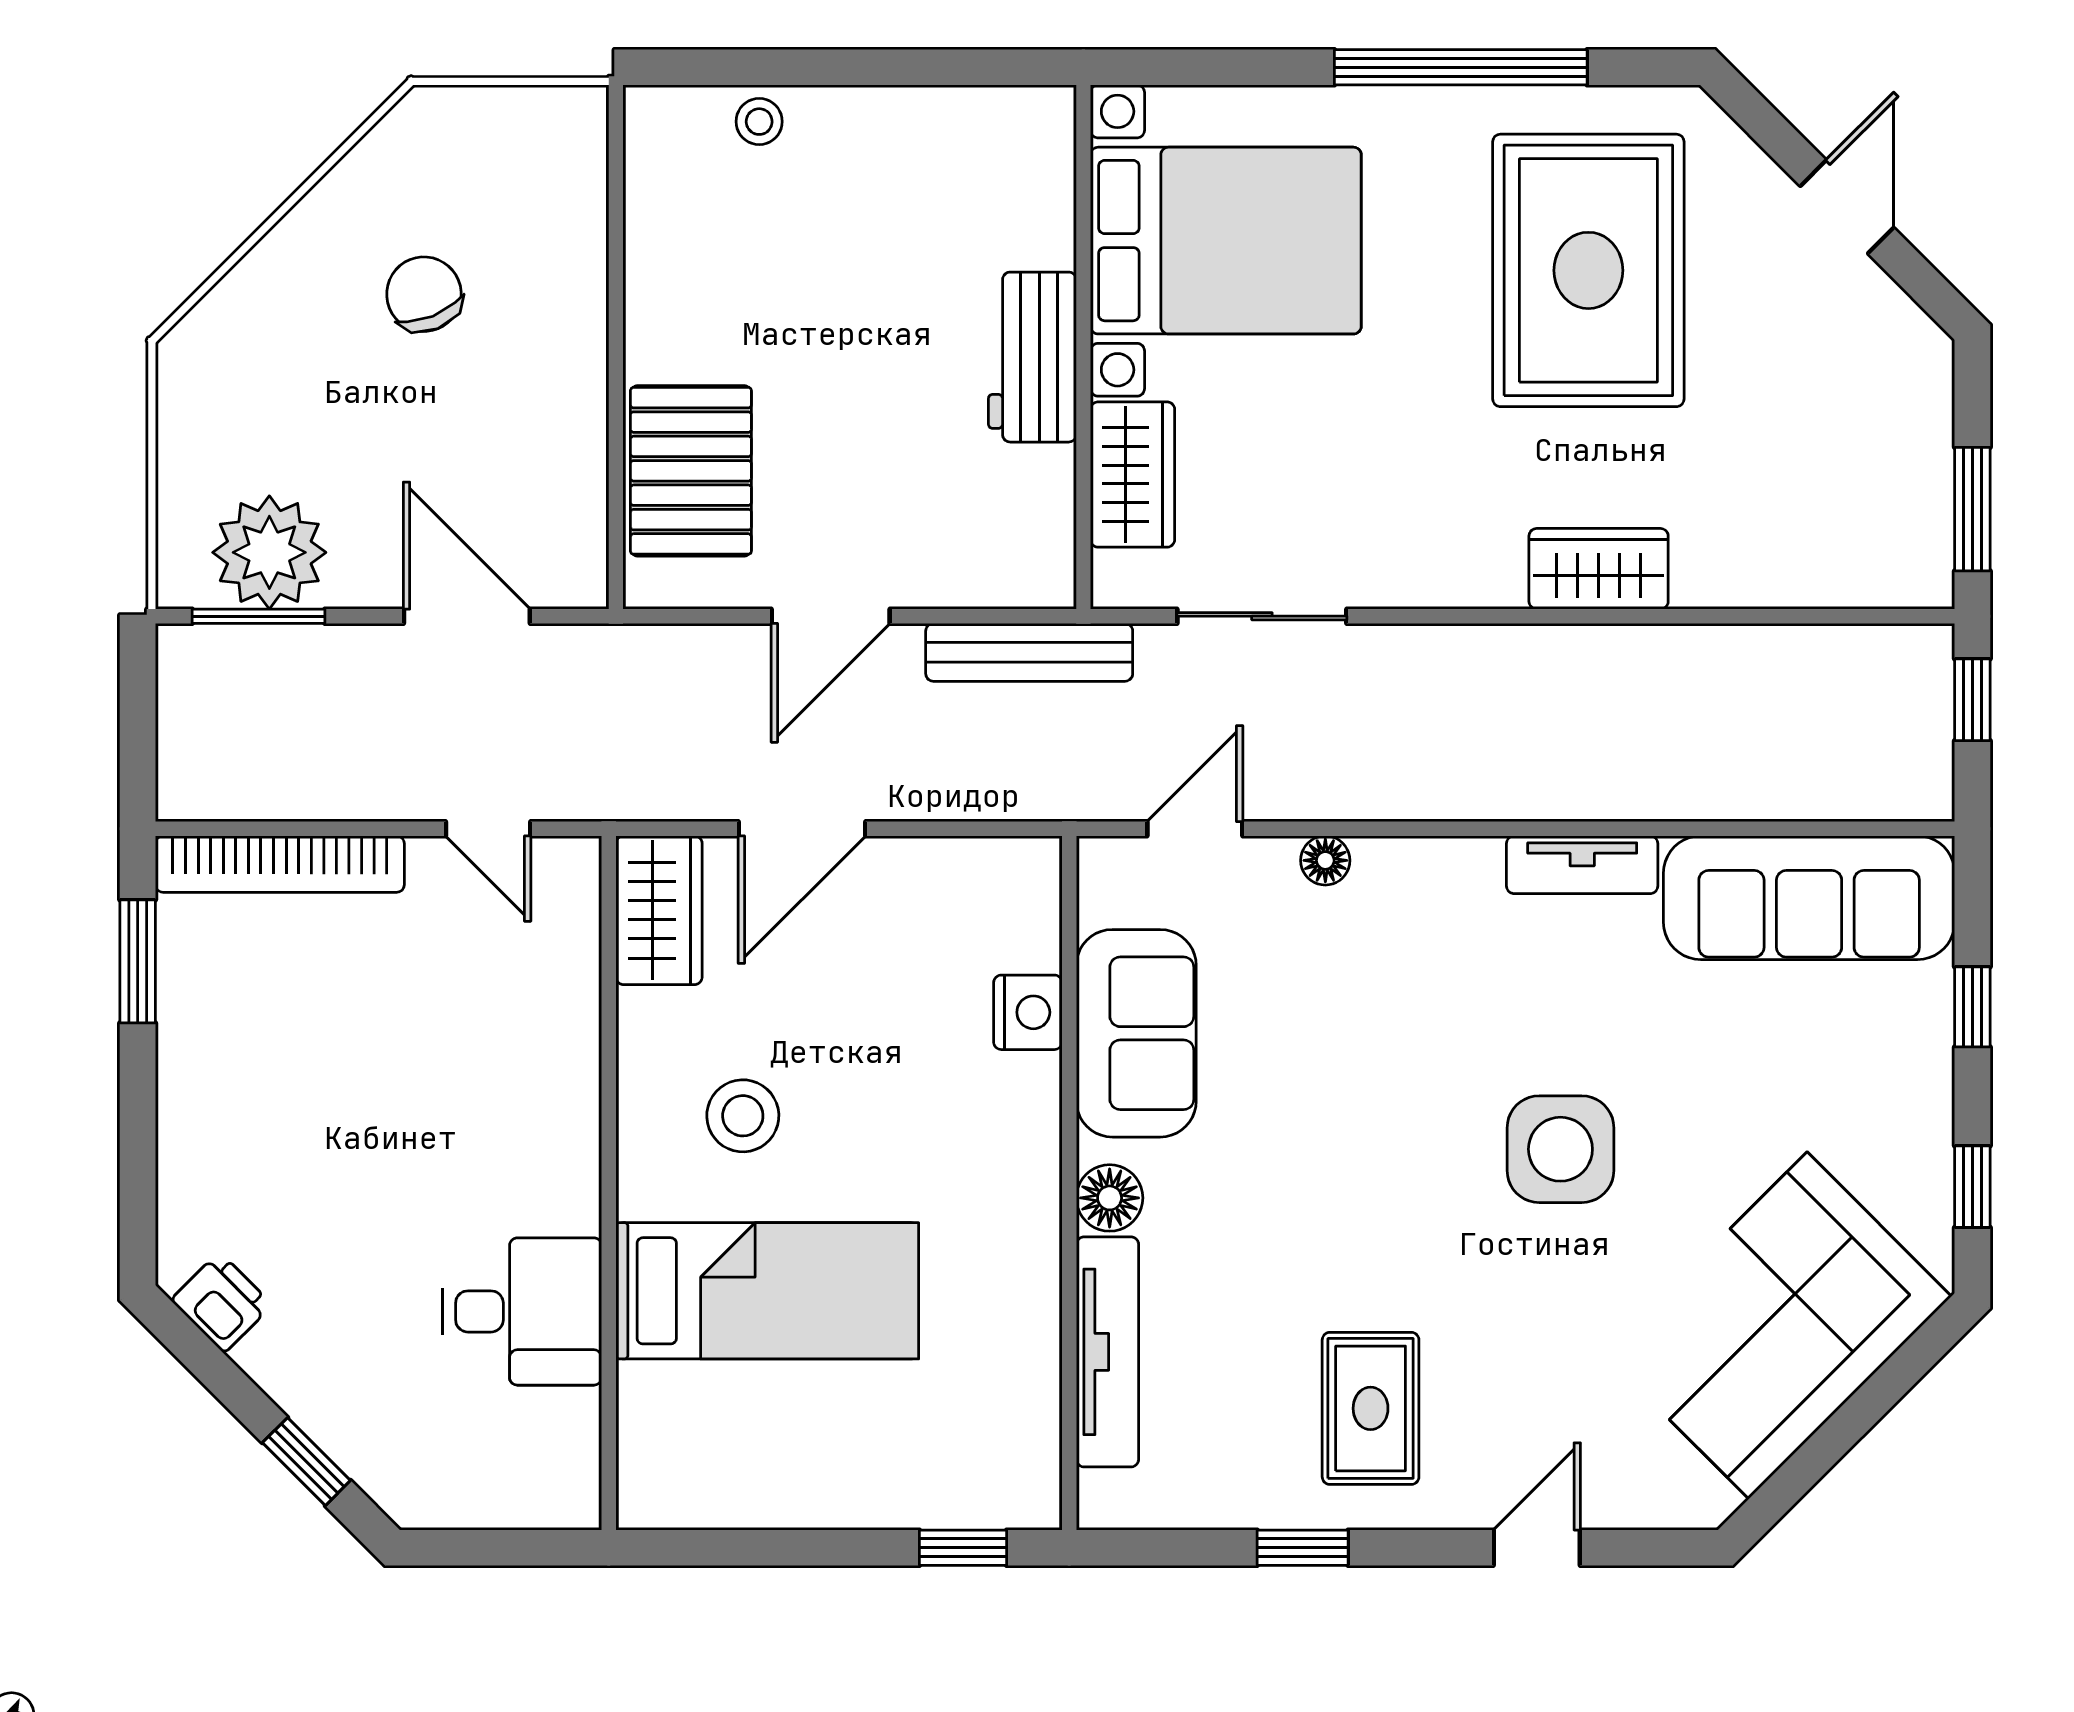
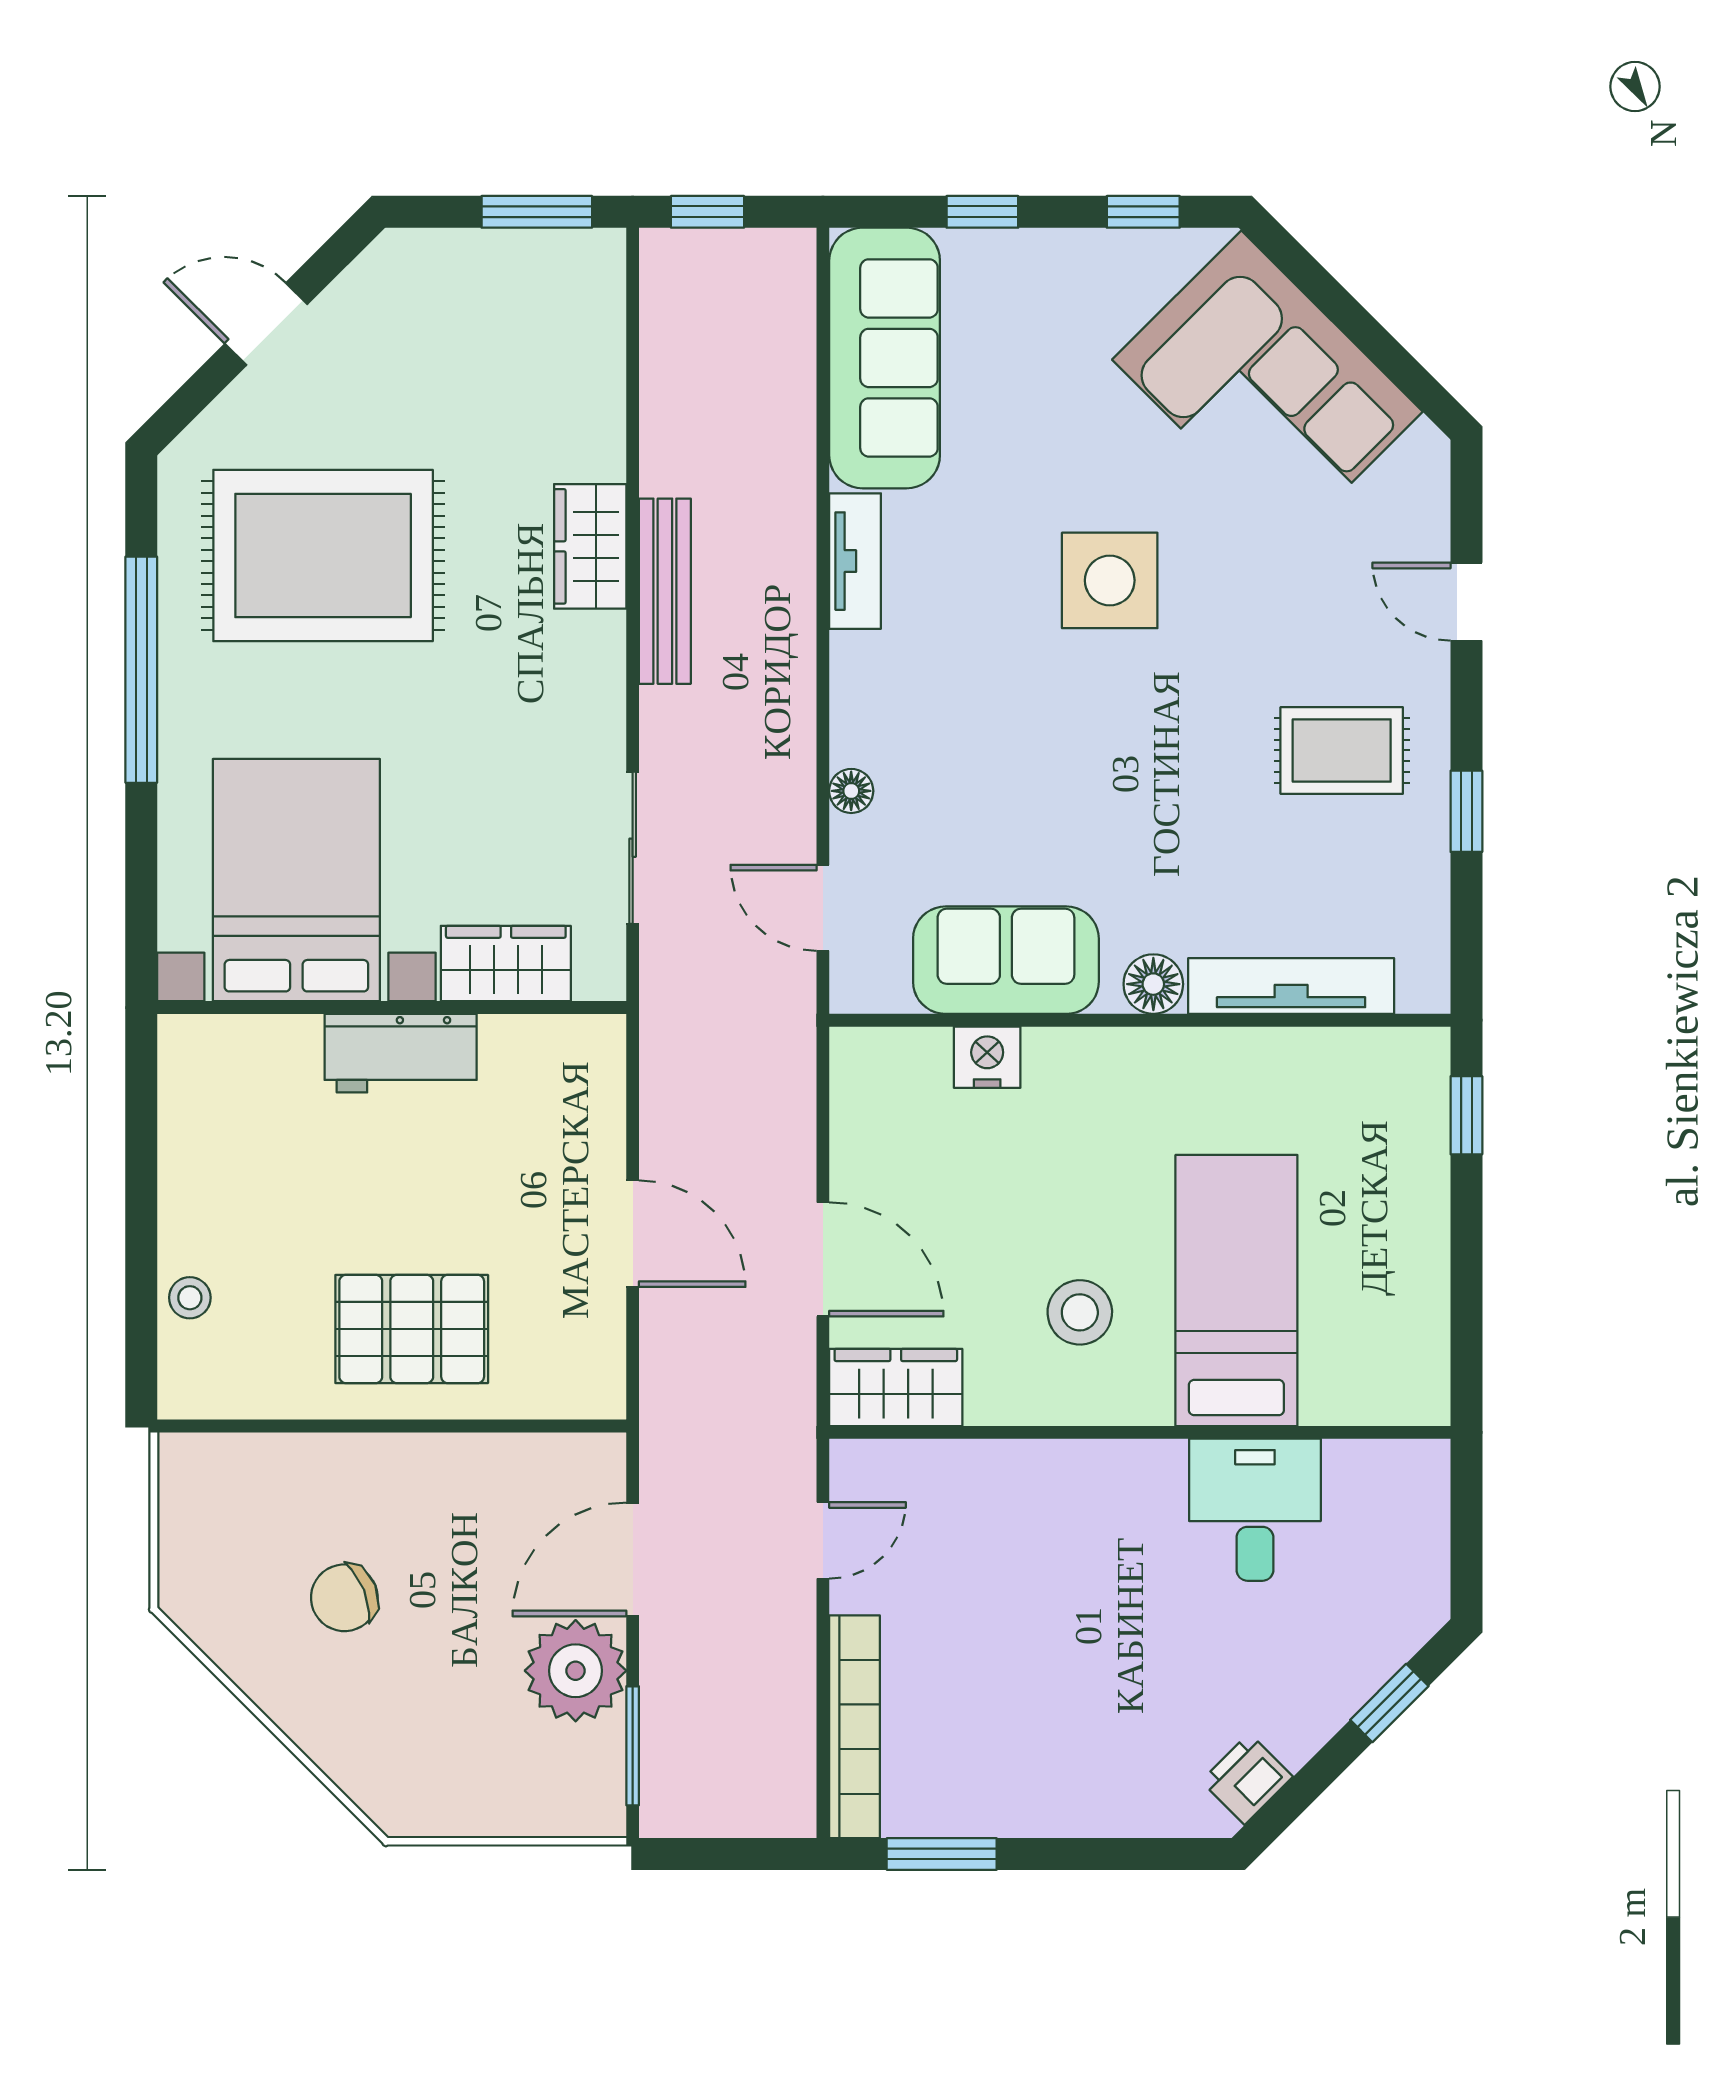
pallet: (691, 471) -> (412, 1329), moved
plant: (269, 552) -> (576, 1671), moved
bench: (1029, 652) -> (665, 591), moved

